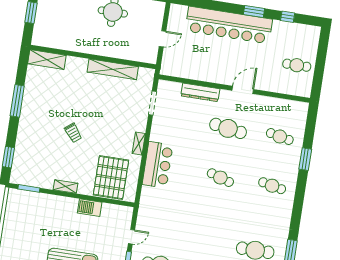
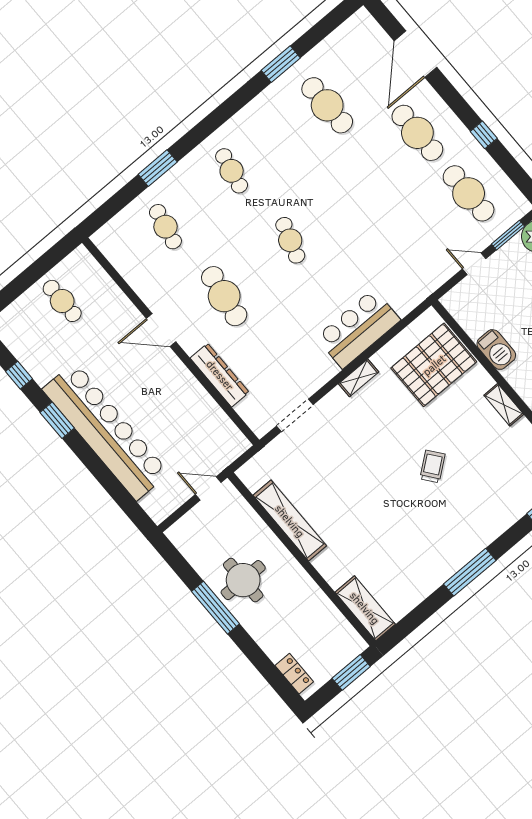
wall: (93, 57) -> (302, 559), moved
shelving: (47, 60) -> (365, 608), moved
shelving: (113, 69) -> (290, 521), moved

